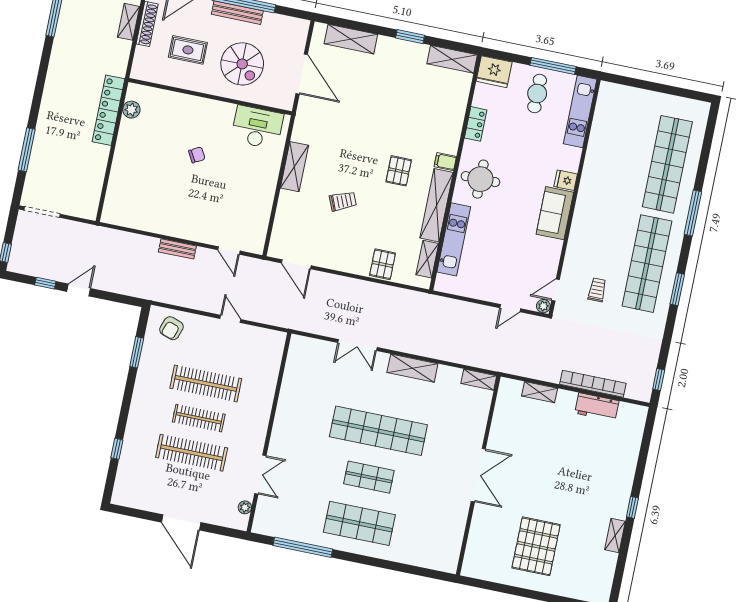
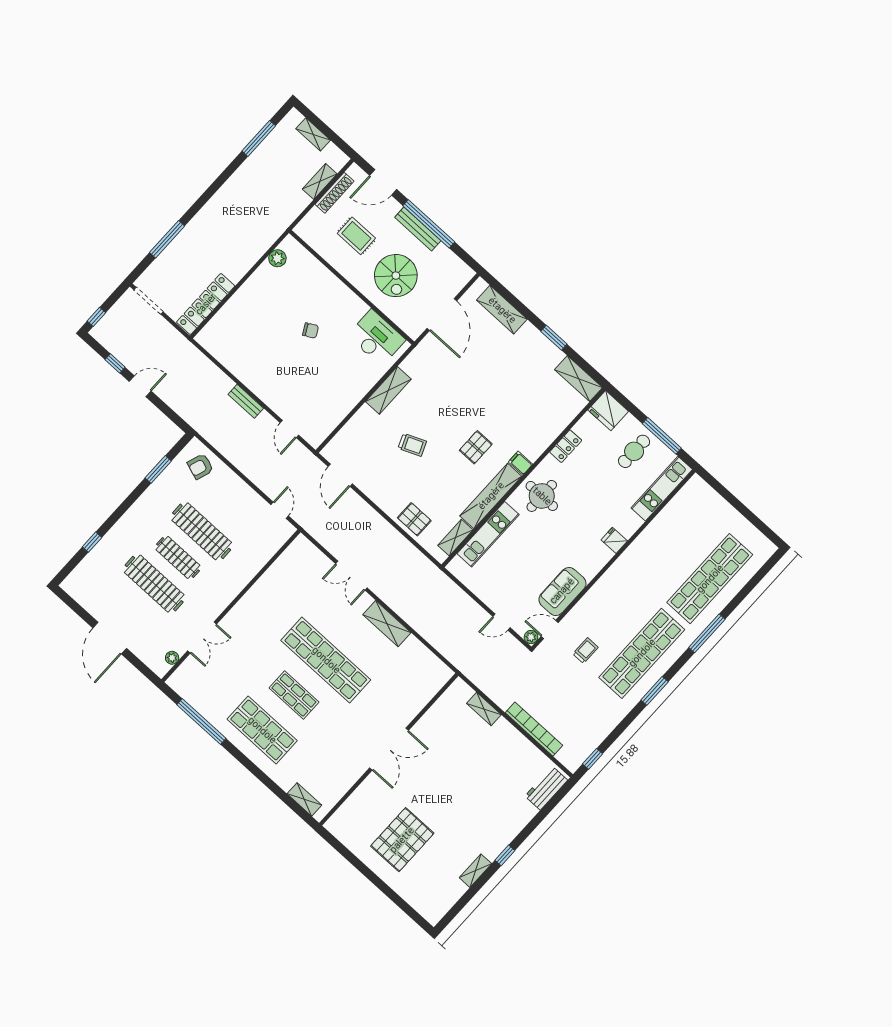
locker: (109, 110) -> (206, 304), moved
sofa: (555, 213) -> (562, 591), moved
pallet: (383, 264) -> (414, 519), turned 90
door: (230, 319) -> (280, 510), moved
shelving: (479, 380) -> (304, 799), moved
workbench: (597, 407) -> (546, 788), moved, turned 90

